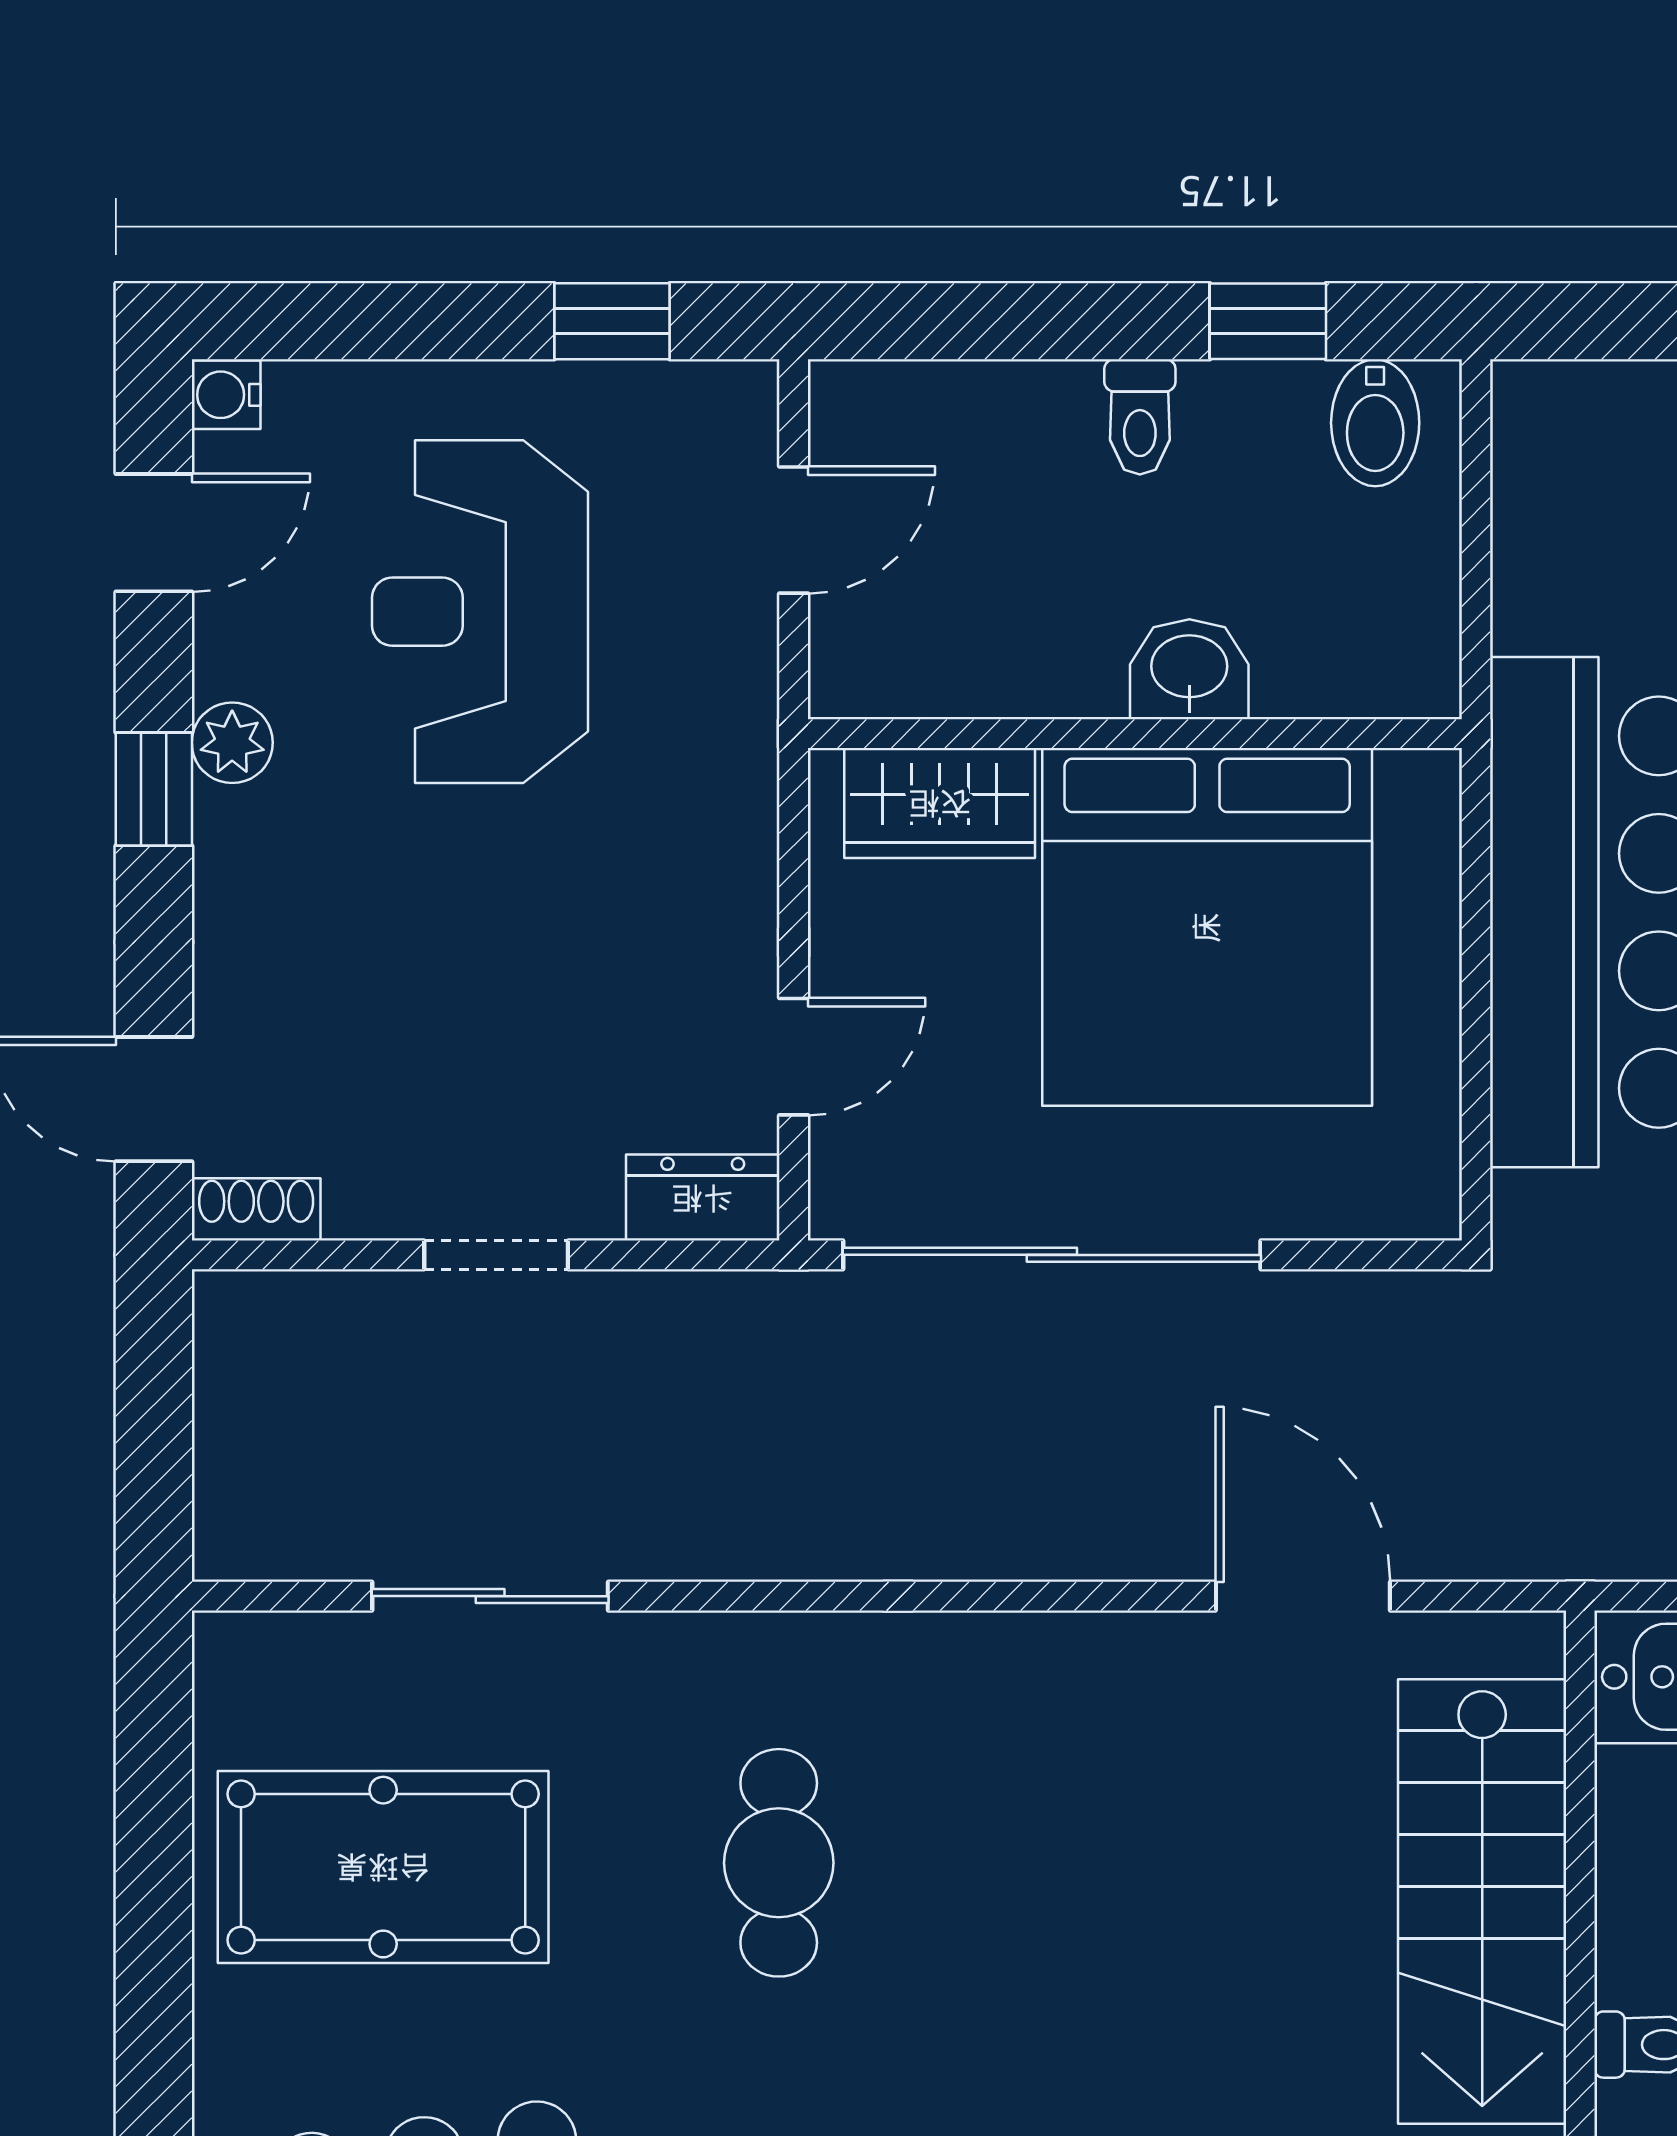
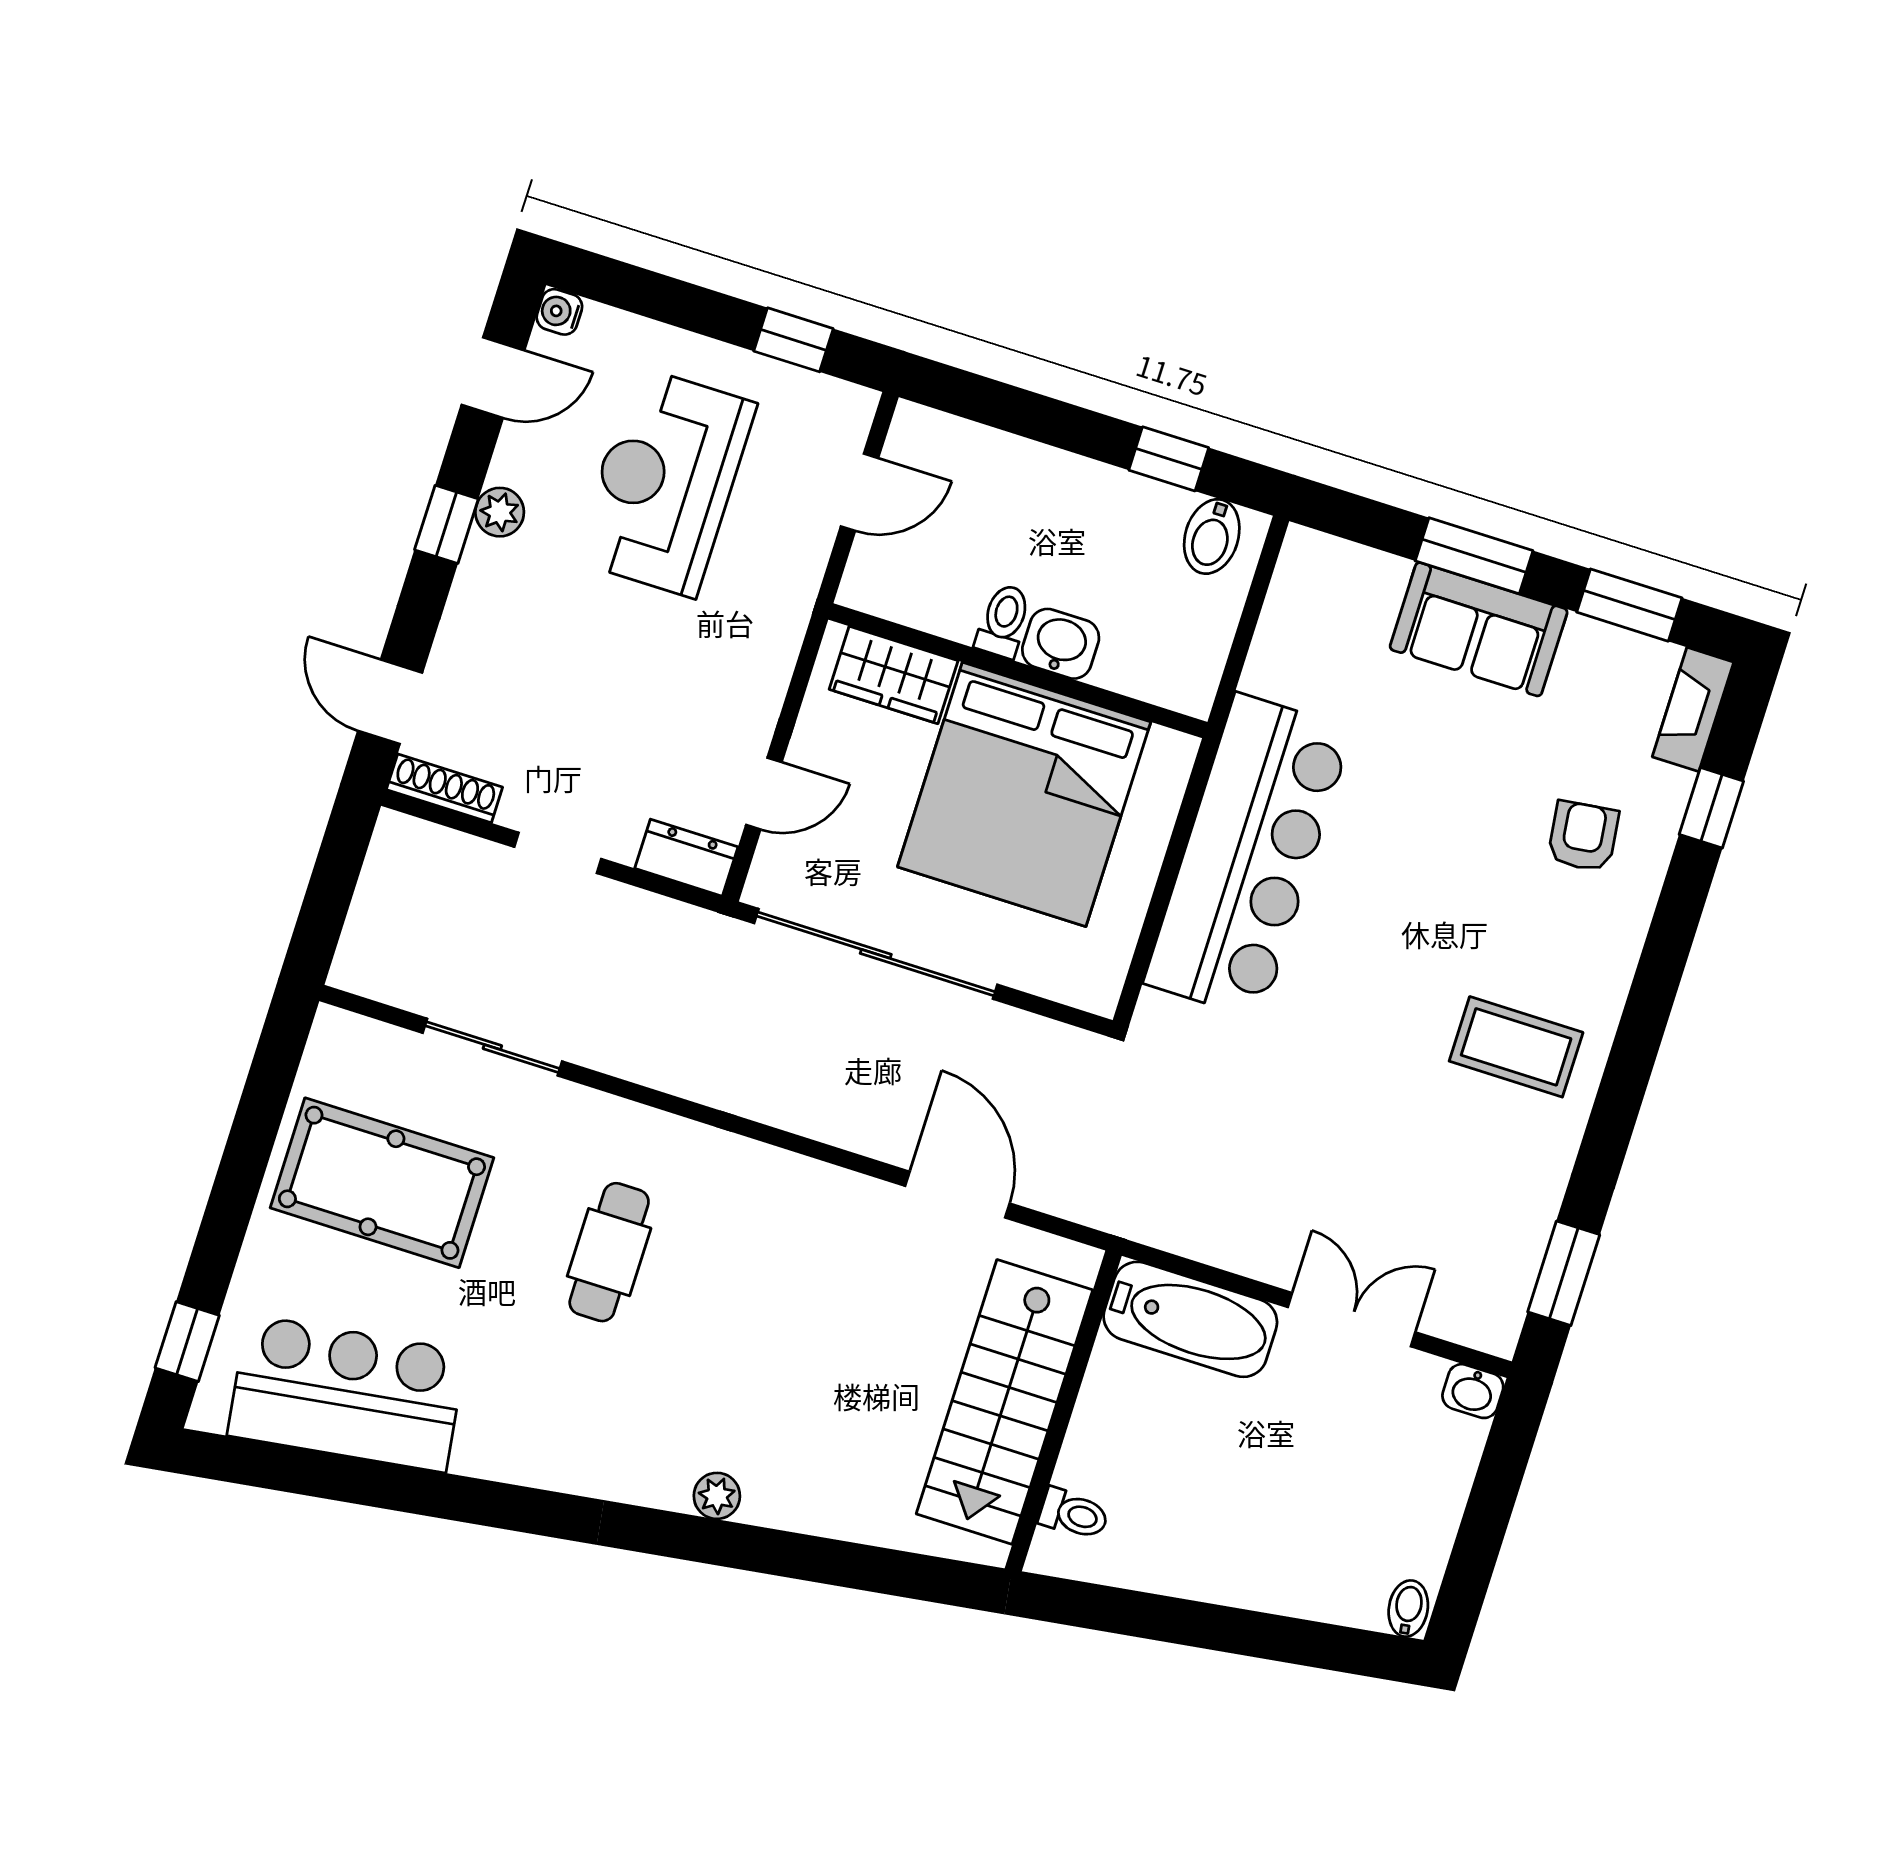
toilet: (1140, 417) -> (1004, 621), moved, turned 180
shoe rack: (256, 1209) -> (444, 788), width x1.43

